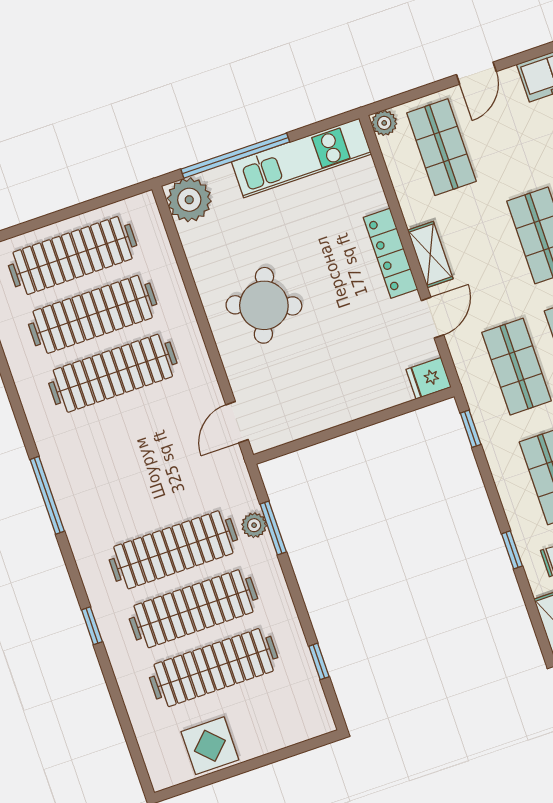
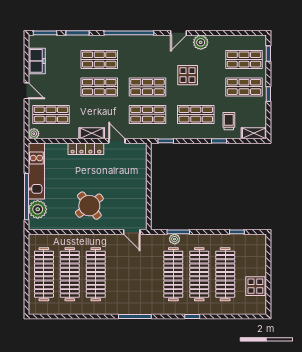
plant: (189, 200) -> (38, 209), moved
round table: (264, 305) -> (89, 206), turned 32
fridge: (429, 378) -> (140, 151), removed

